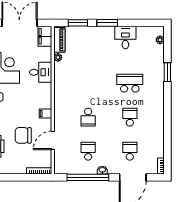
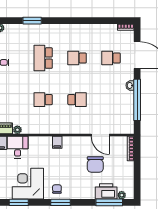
desk: (41, 72) -> (18, 147), moved
filing cabinet: (45, 114) -> (57, 142), moved
school desk: (88, 151) -> (43, 100), moved

